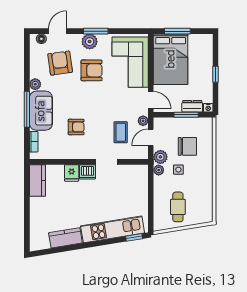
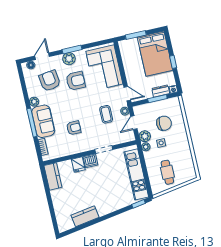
bed: (171, 59) -> (155, 54), moved
coffee table: (121, 132) -> (106, 114), moved
kitchen unit: (113, 229) -> (136, 174), moved, turned -81

